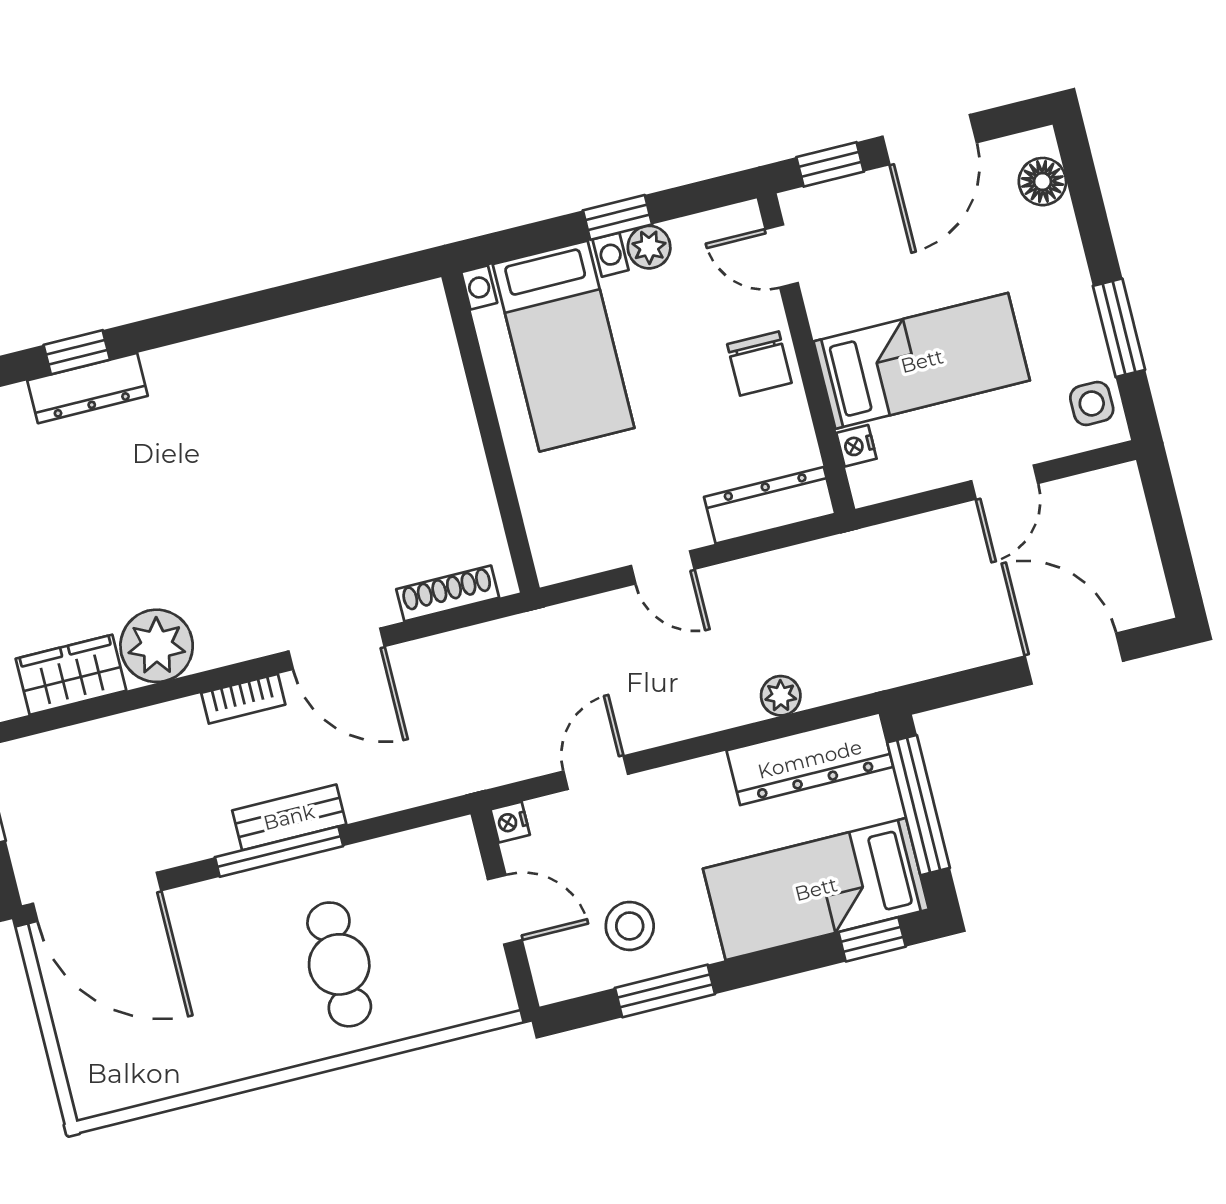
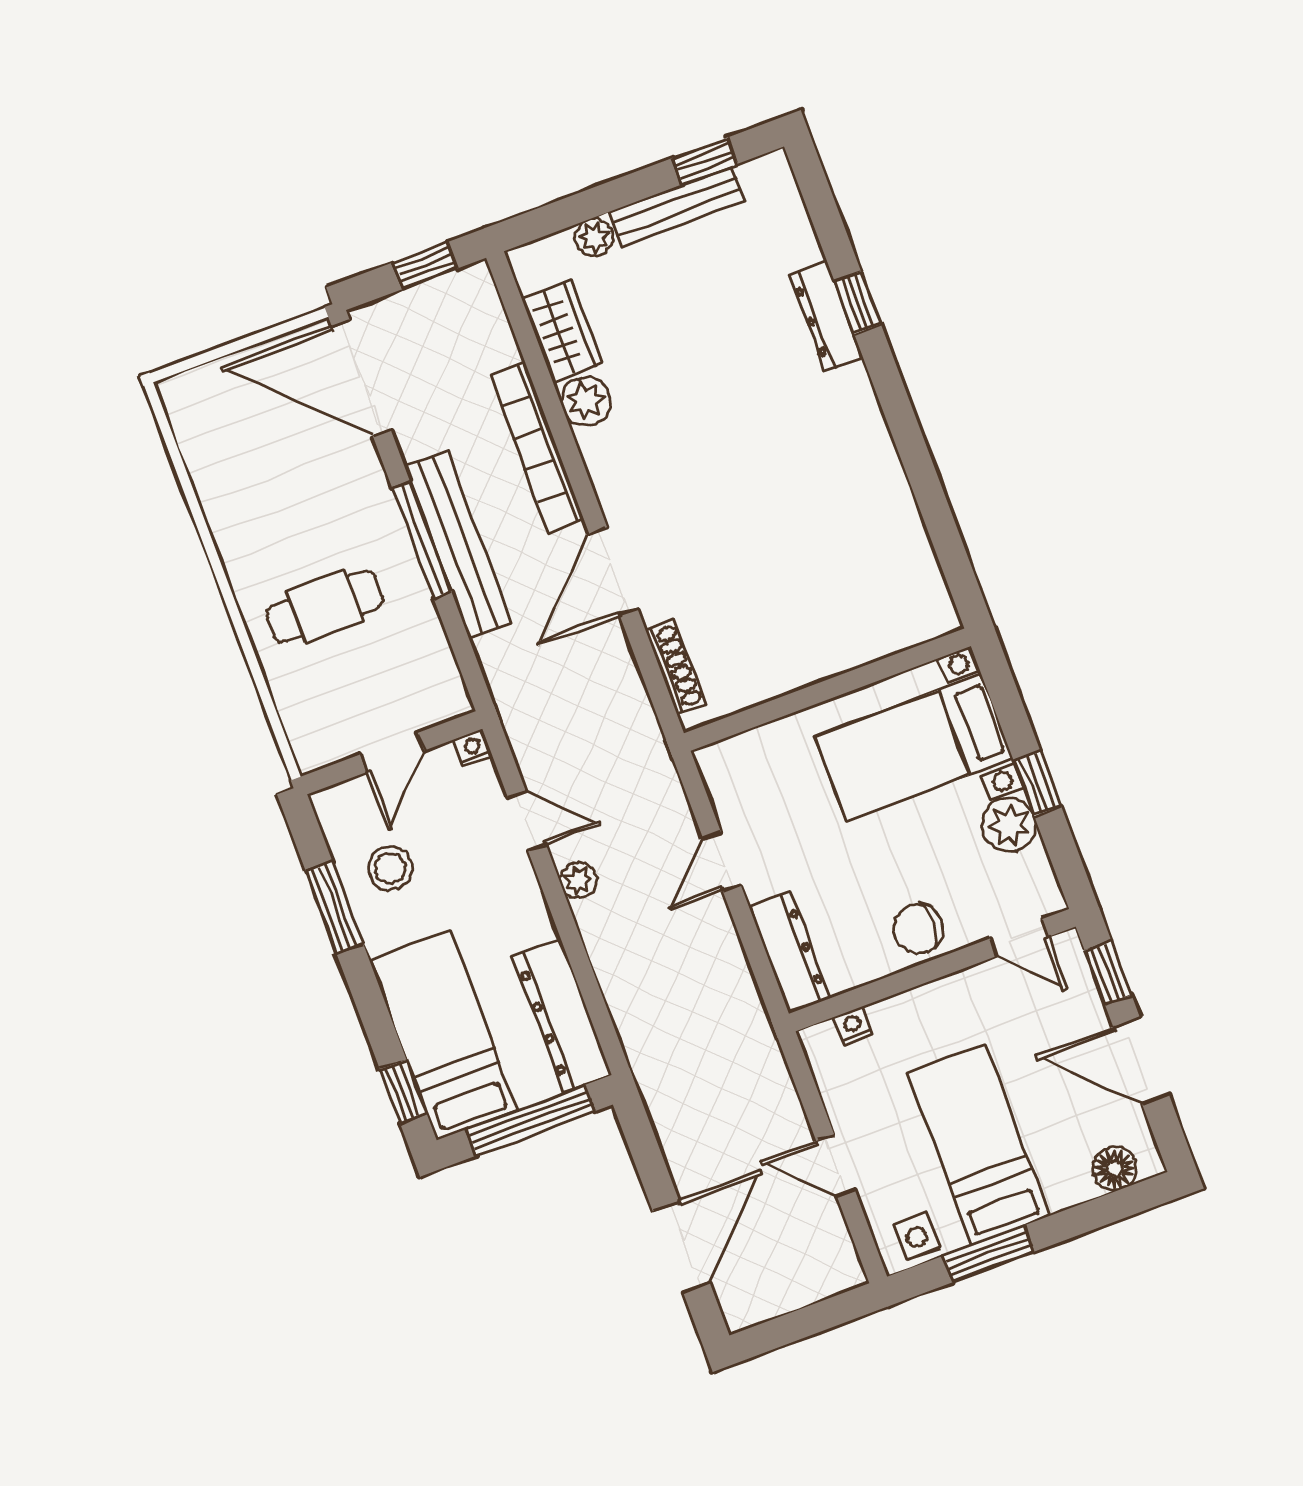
plant: (649, 247) -> (1009, 825), width x1.38, depth x1.38
door: (782, 256) -> (1019, 938), swing flipped
bed: (922, 361) -> (978, 1144), moved, turned 180
plant: (157, 646) -> (586, 401), width x0.73, depth x0.73
plant: (781, 696) -> (578, 880), moved
bookcase: (243, 699) -> (537, 448), width x2.31, depth x1.31
bench: (289, 817) -> (458, 544), width x1.86, depth x1.21
door: (97, 897) -> (361, 378), hinge flipped

